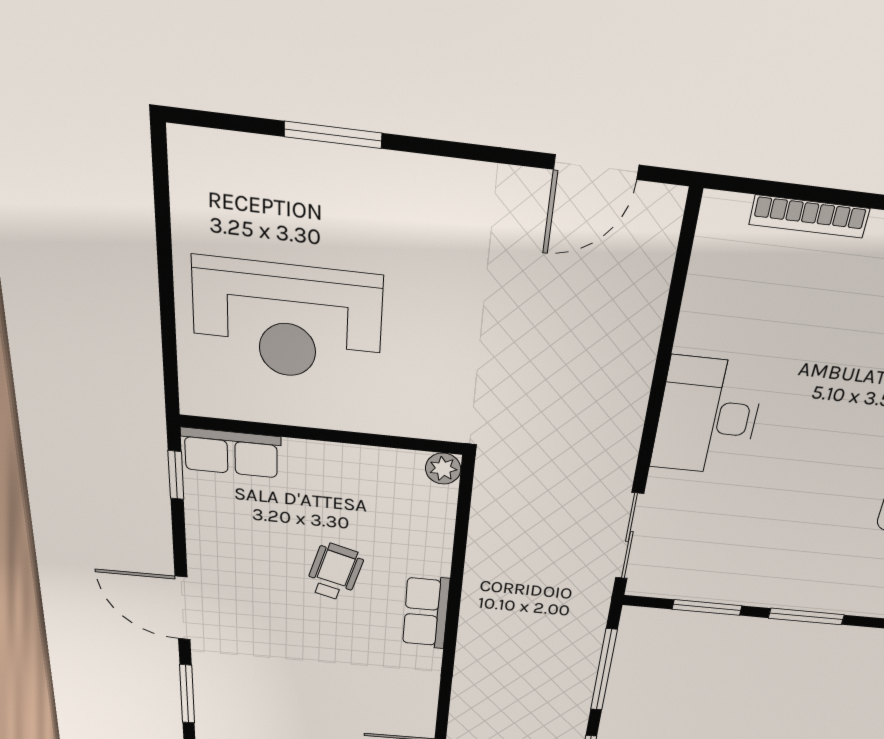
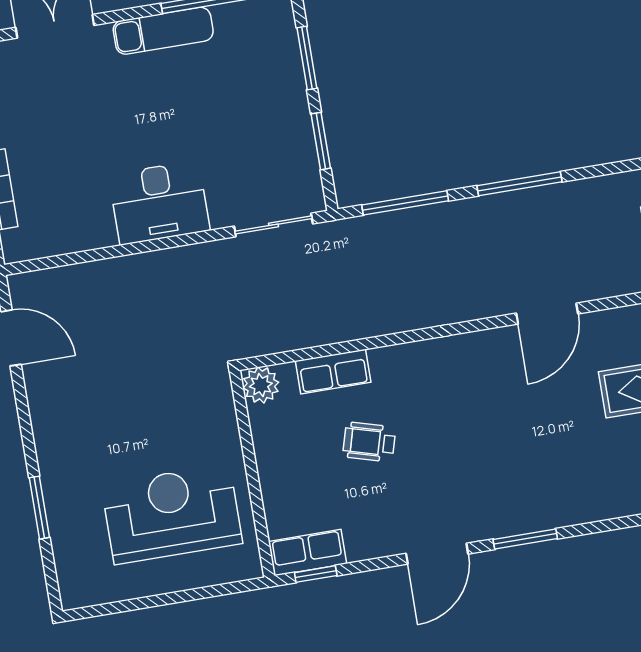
reception desk: (288, 321) -> (172, 514), turned -90
row of seats: (231, 453) -> (308, 553), moved, turned -90
plant: (443, 469) -> (261, 385), width x1.38, depth x1.38
row of seats: (426, 612) -> (333, 372), moved

